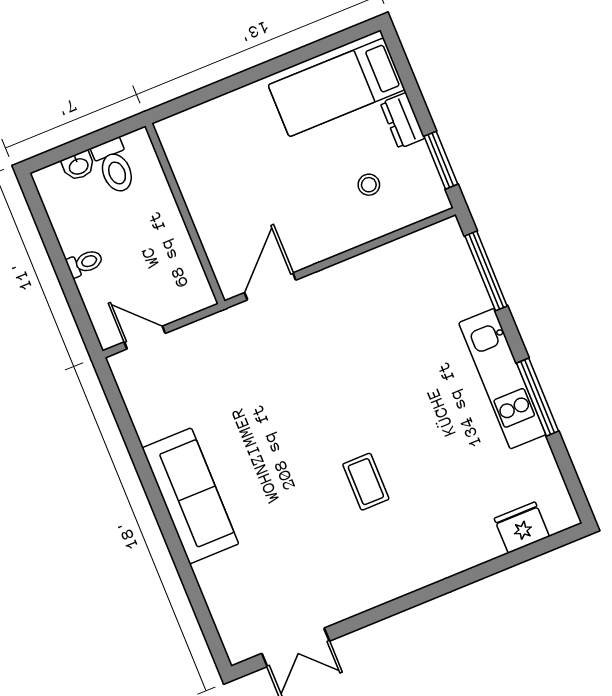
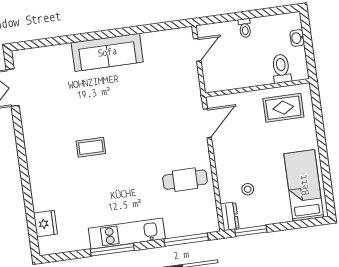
dresser: (403, 121) -> (230, 216), moved, turned 90
rug: (208, 159) -> (283, 108), added
toilet: (114, 166) -> (281, 69), moved, turned 90
door: (270, 286) -> (207, 123), hinge flipped
cafe table: (380, 300) -> (185, 180), added

